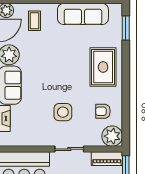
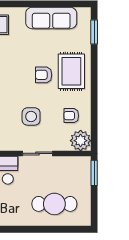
armchair: (75, 71) -> (44, 75), added
piano: (107, 159) -> (75, 163), removed

